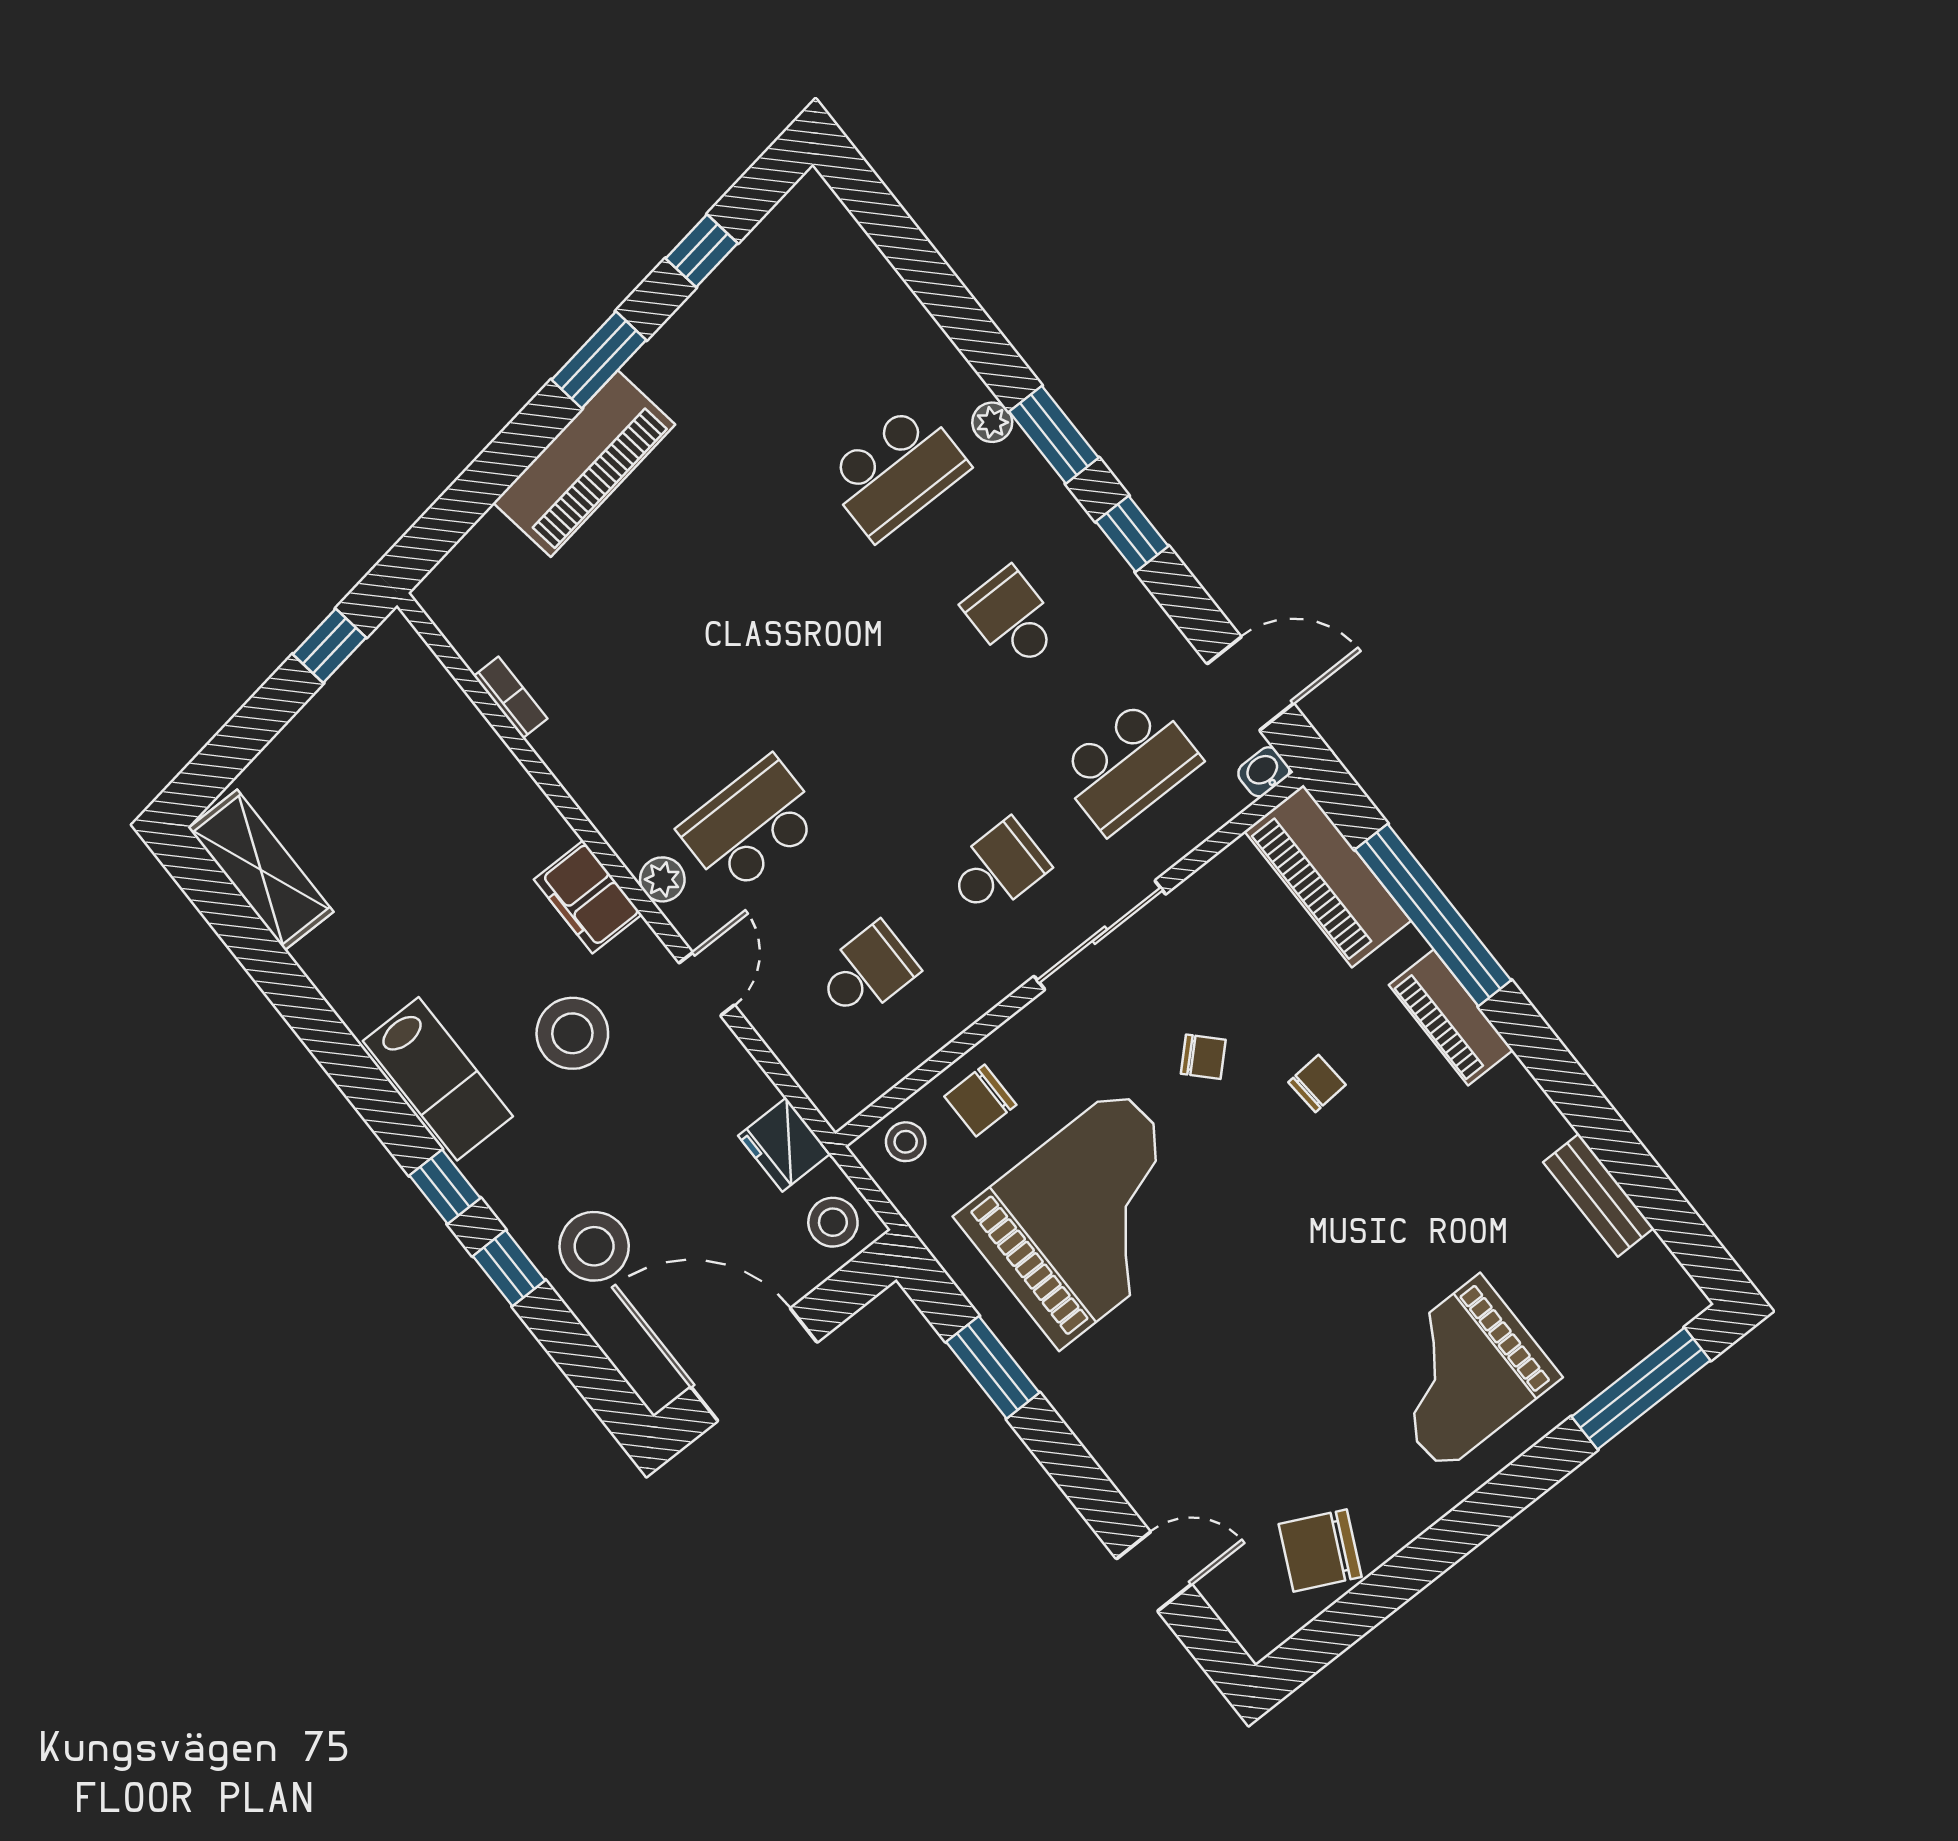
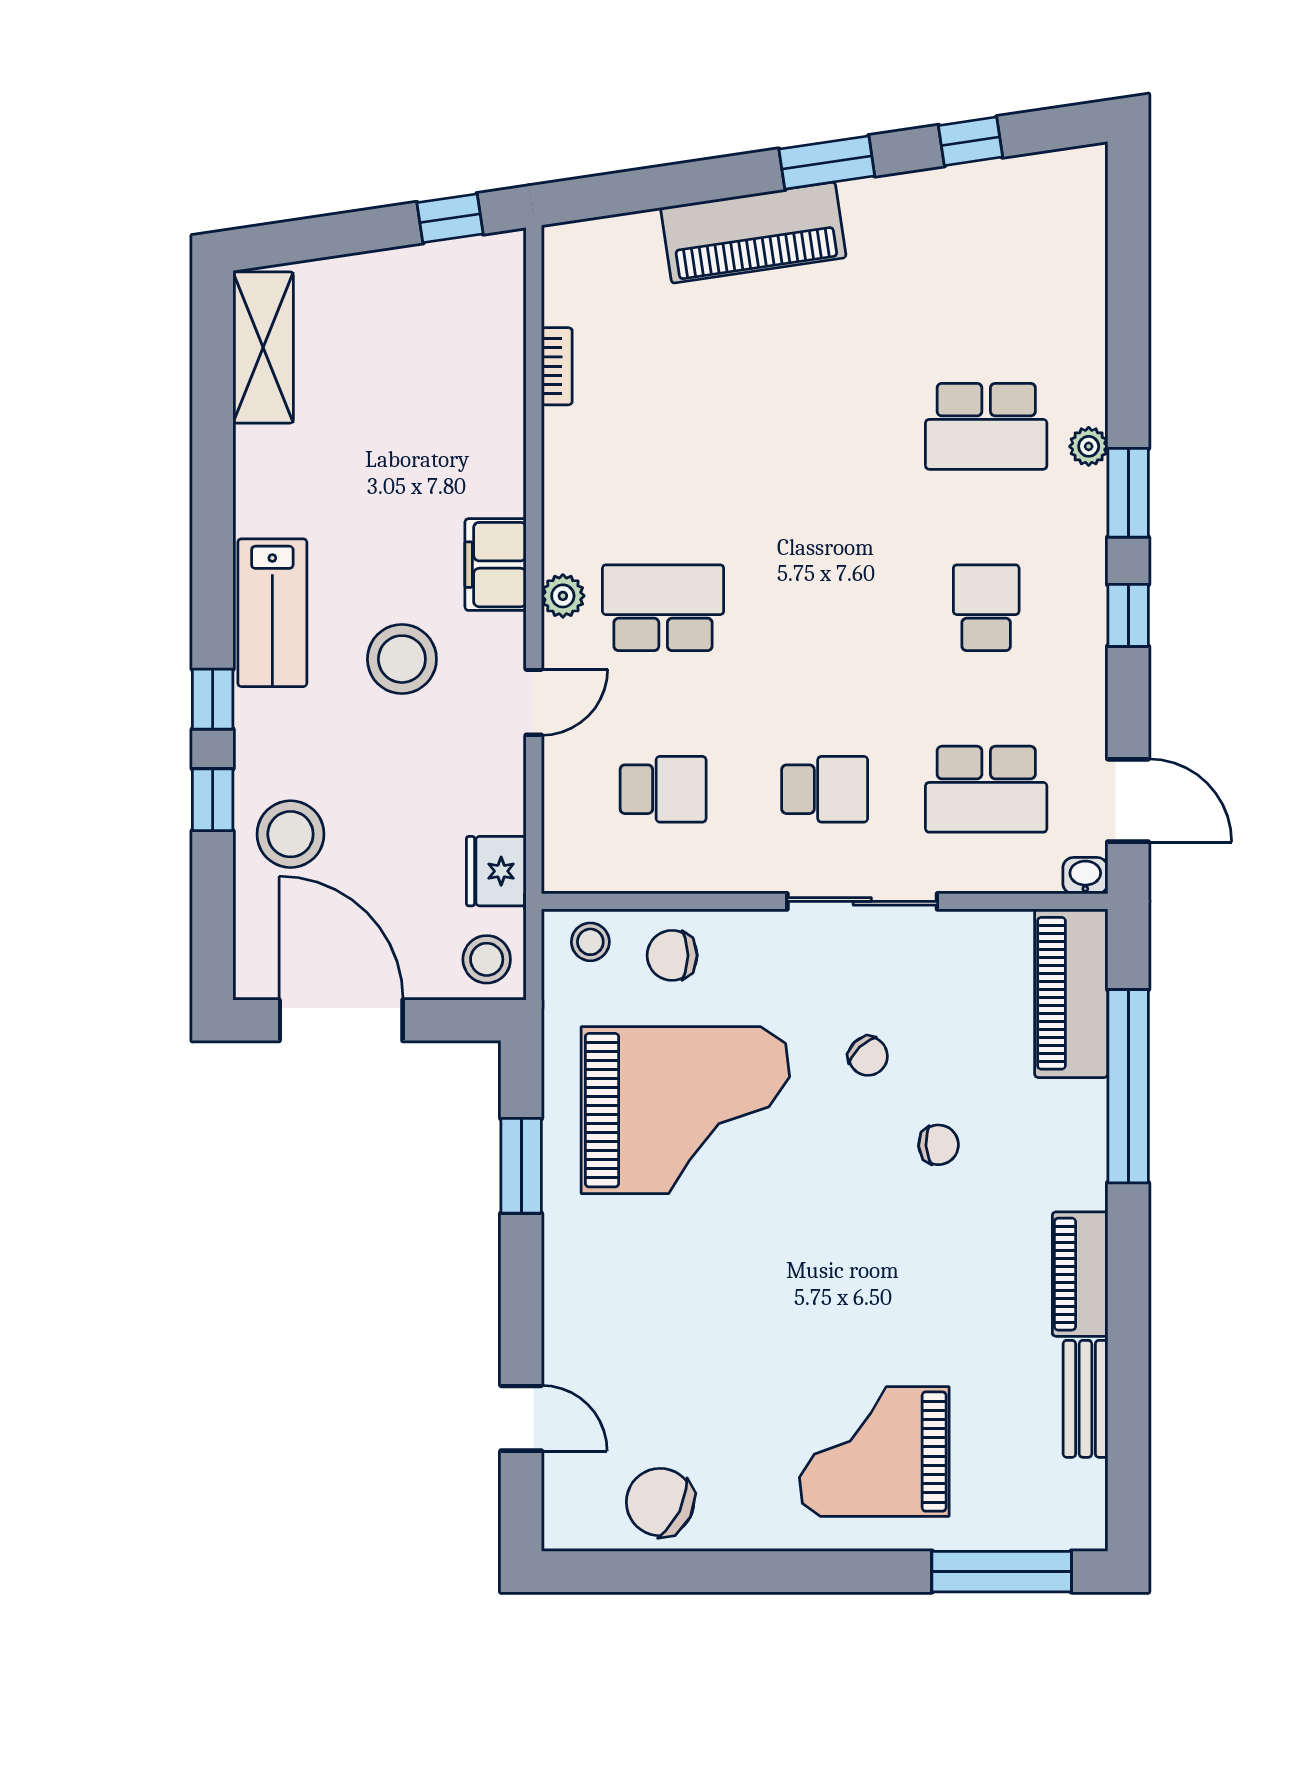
piano: (1451, 1017) -> (1080, 1274), moved

